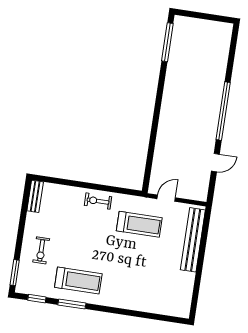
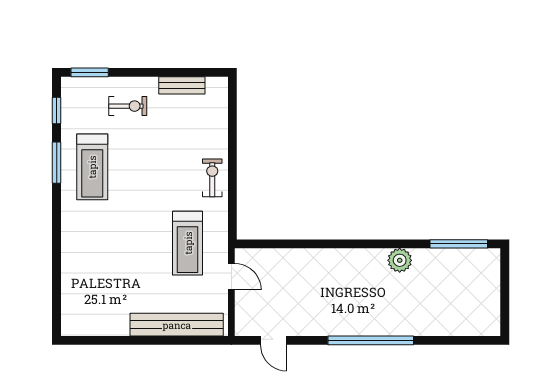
plant: (172, 84) -> (400, 260), added
door: (215, 163) -> (273, 340), moved
bench: (35, 196) -> (182, 85), moved
exercise bike: (41, 250) -> (128, 106), turned 180

